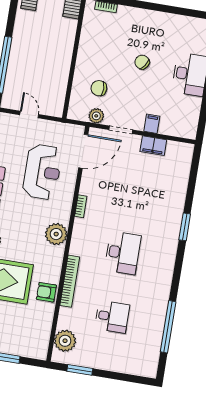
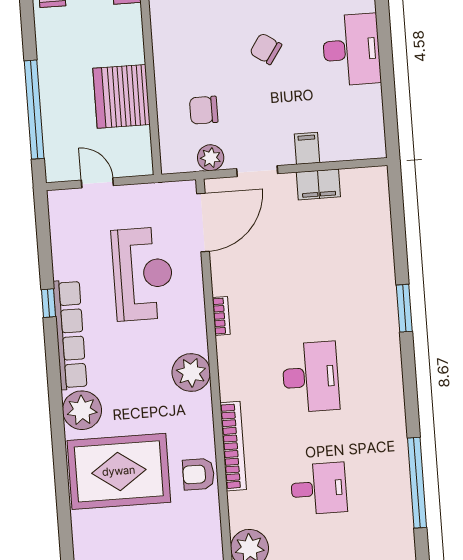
server rack: (55, 69) -> (122, 96), added

